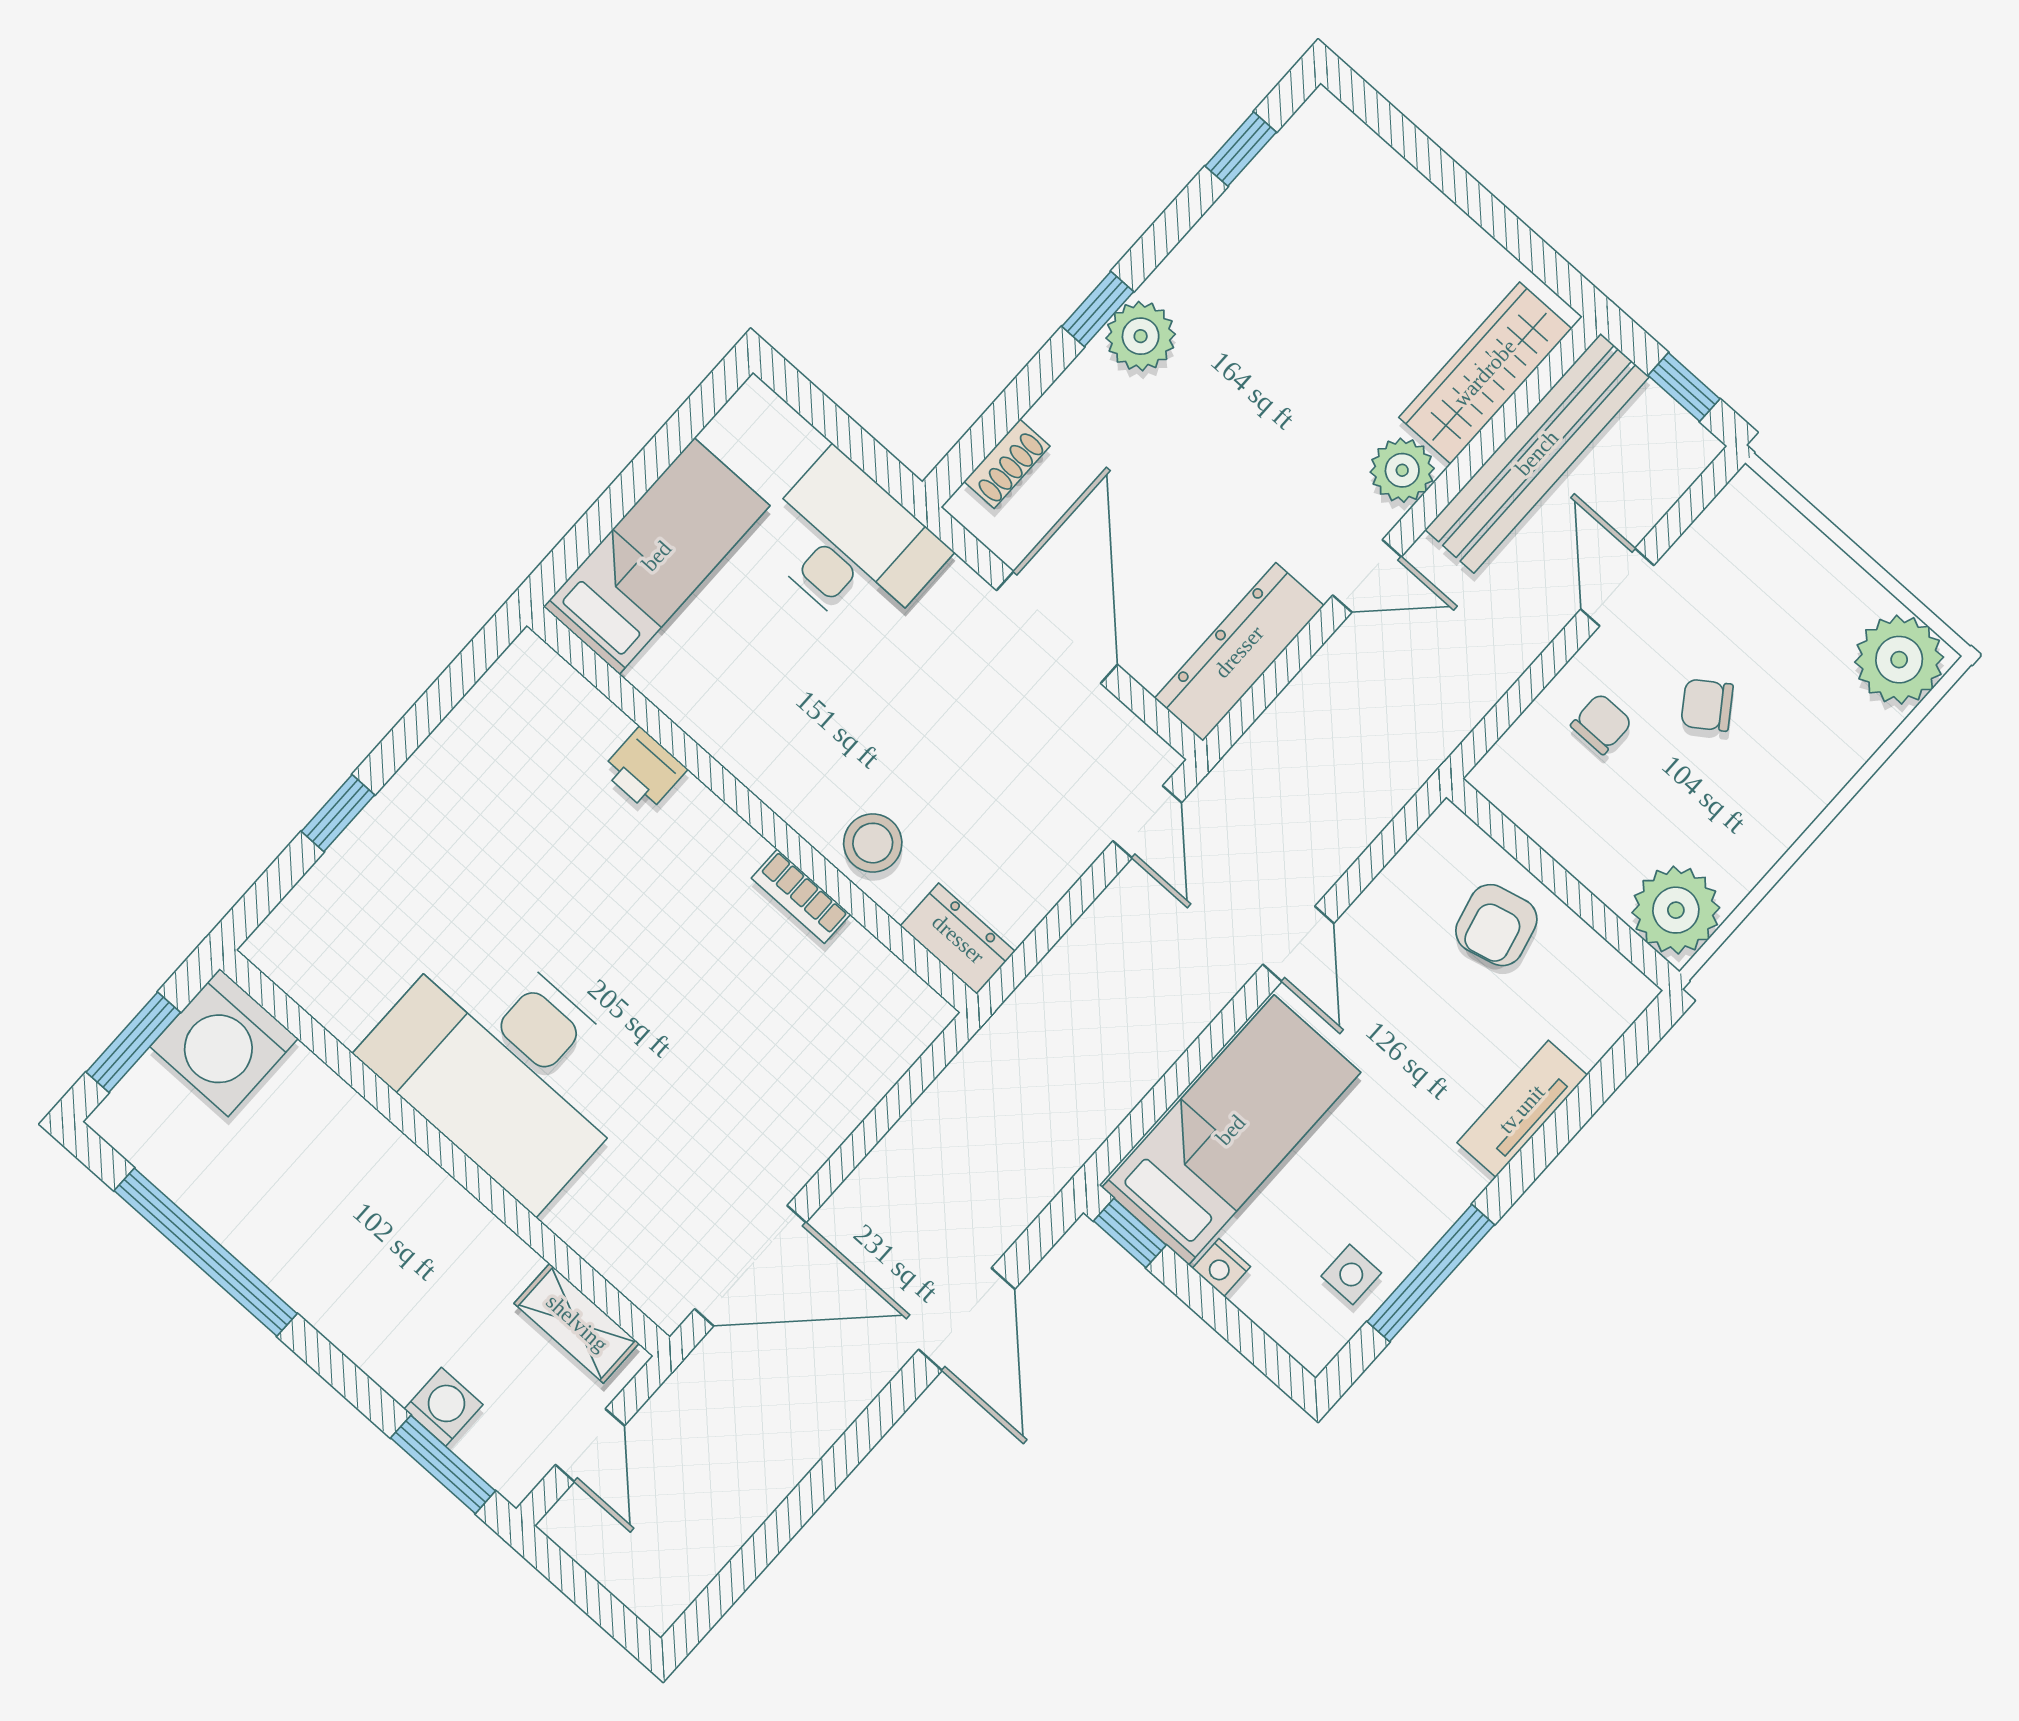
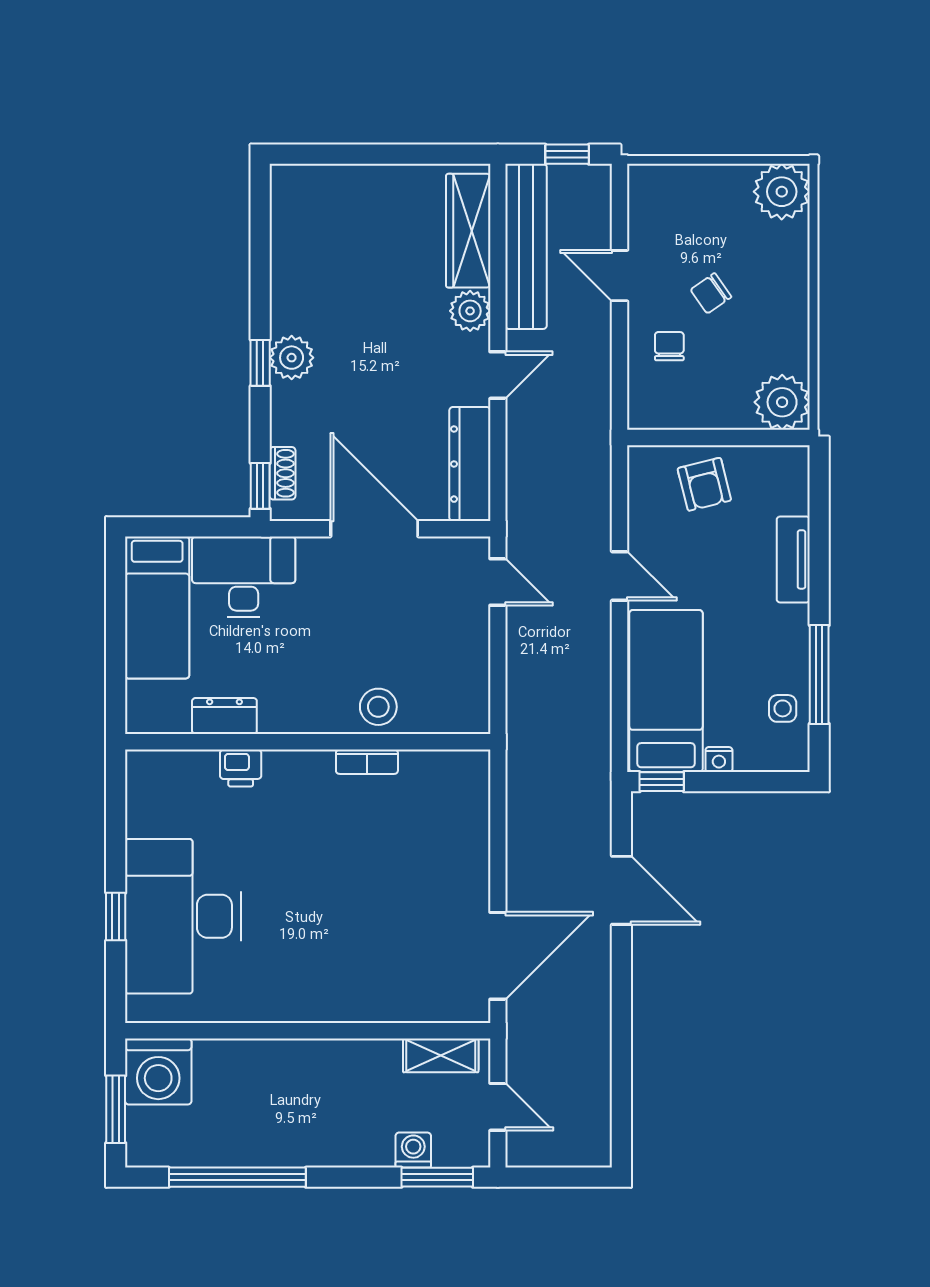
window: (1241, 149) -> (260, 486), moved
bed: (657, 556) -> (157, 607), moved, turned 180
dresser: (958, 939) -> (224, 716), moved
desk: (505, 1067) -> (183, 916), moved, turned 90

